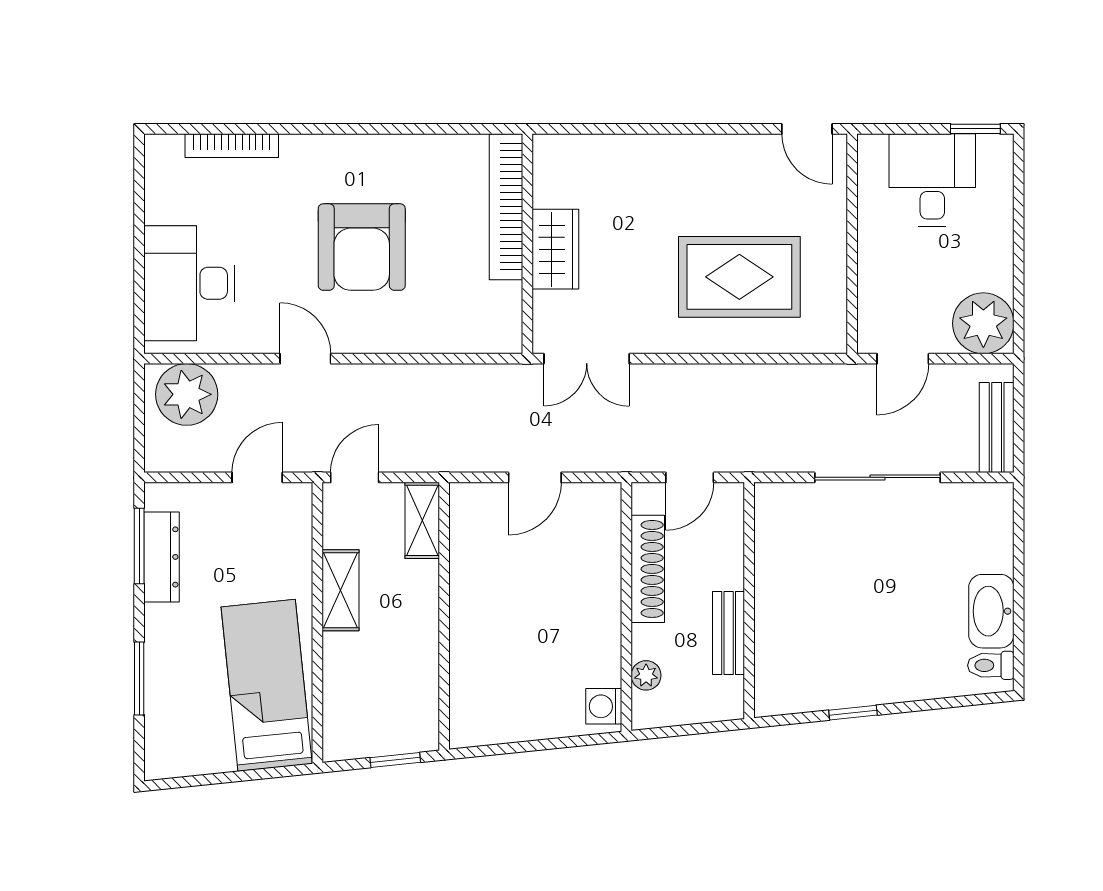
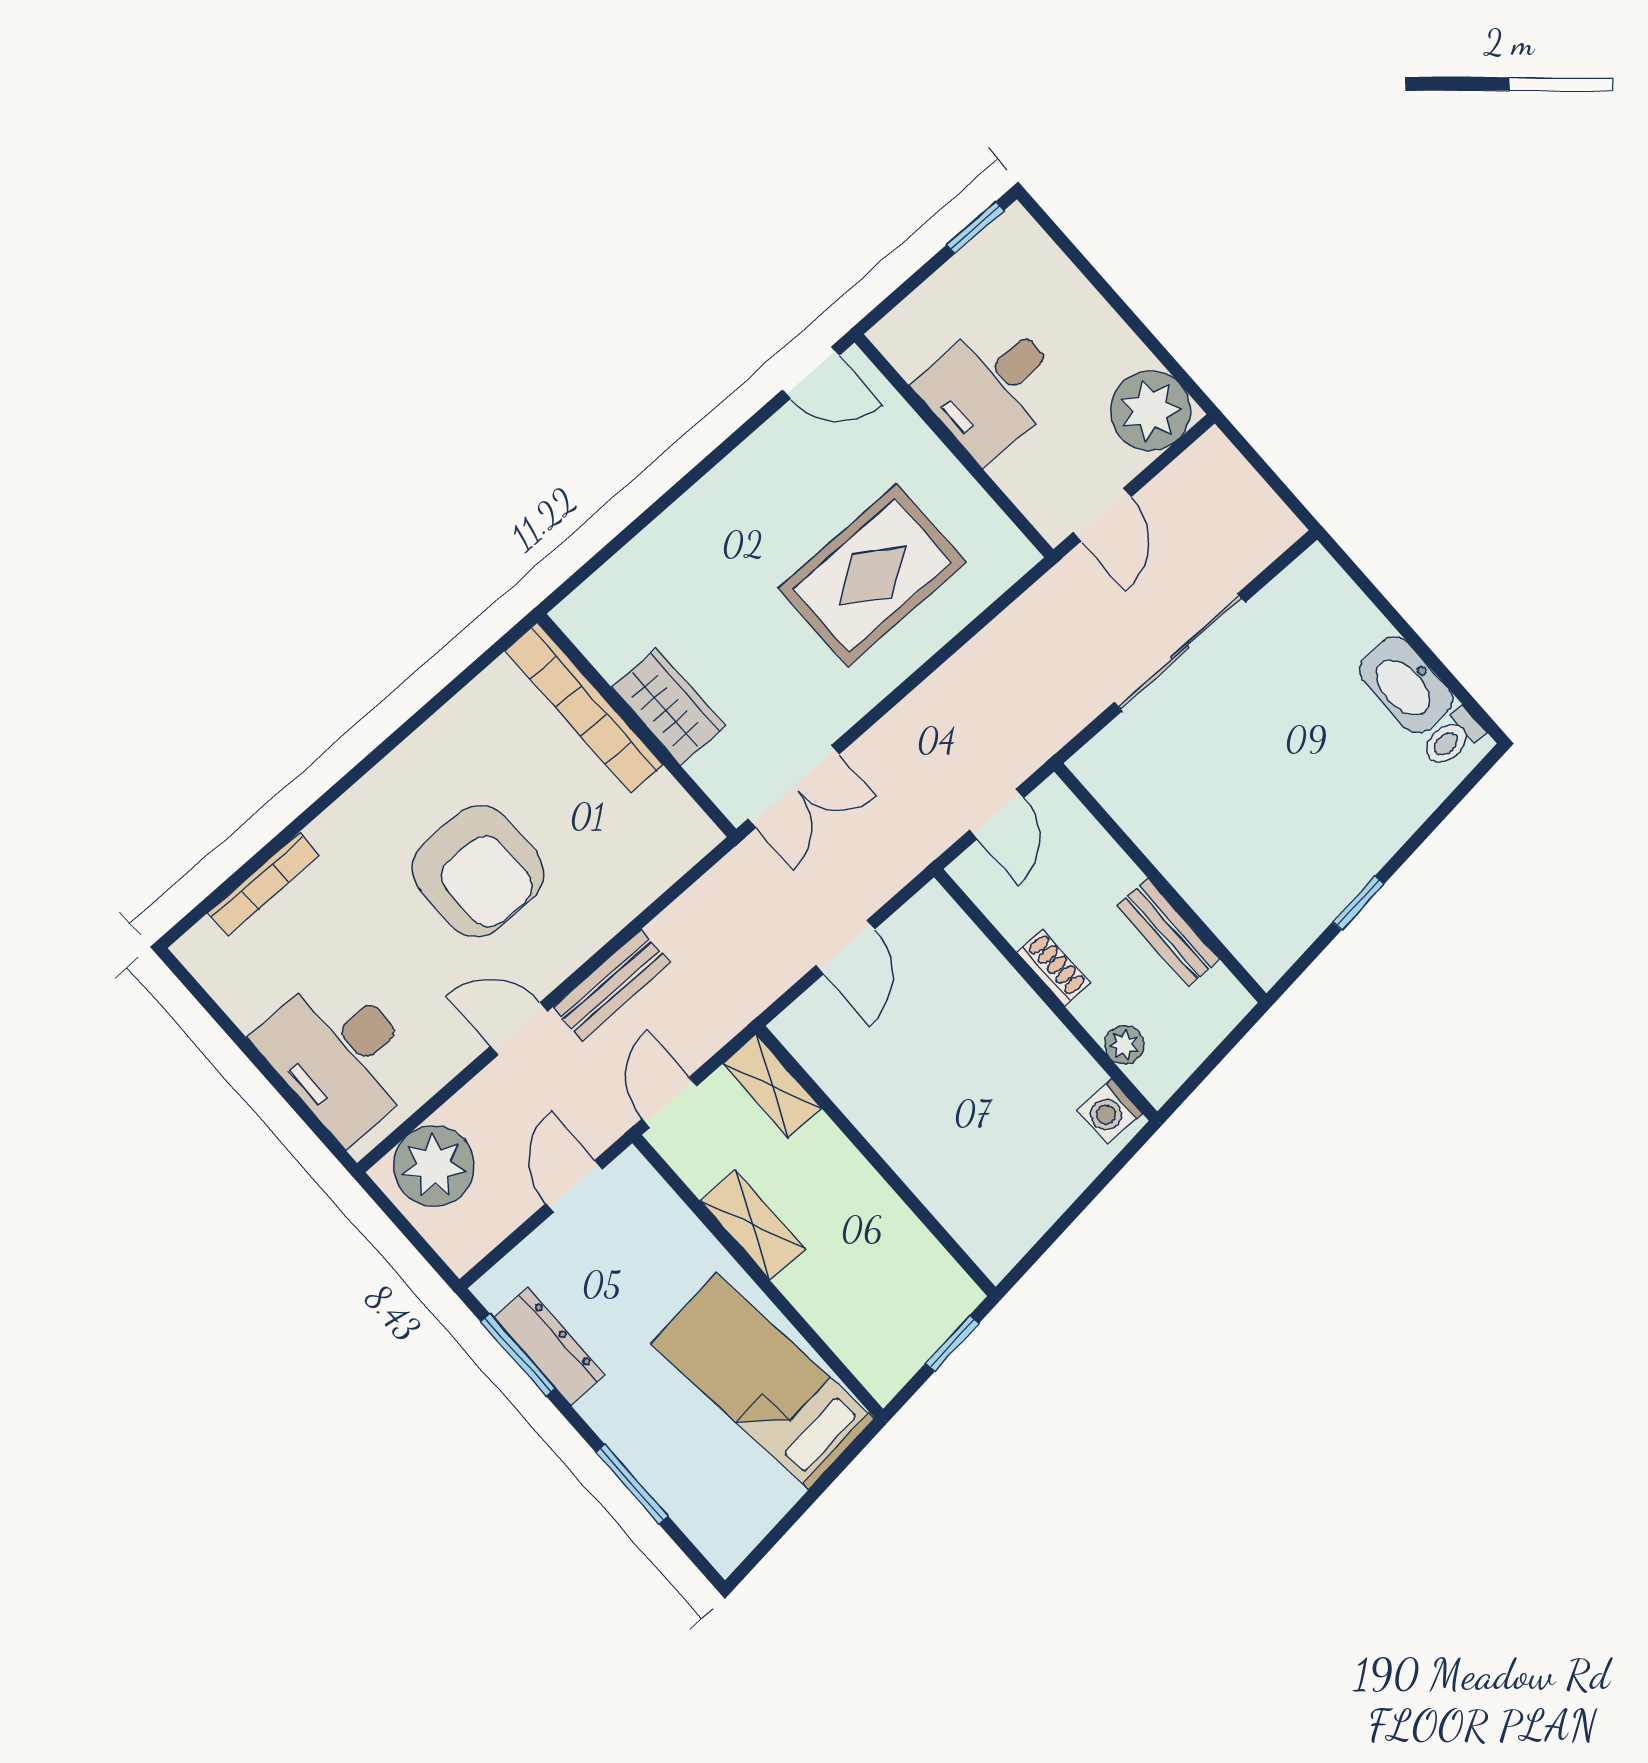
desk: (932, 180) -> (991, 387), moved, turned -90
bench: (997, 428) -> (612, 985), moved, turned 90
shoe rack: (648, 569) -> (1054, 968), width x0.51, depth x0.81

